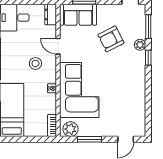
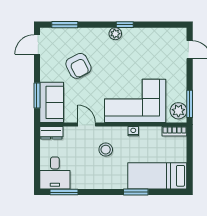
plant: (140, 45) -> (115, 34), moved
door: (58, 46) -> (87, 125), swing flipped
window: (148, 58) -> (125, 25), moved
window: (90, 139) -> (190, 104), moved

